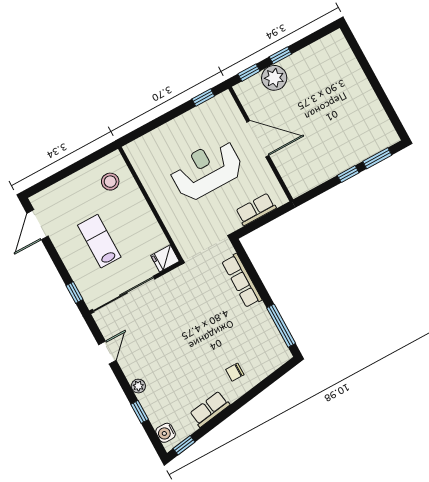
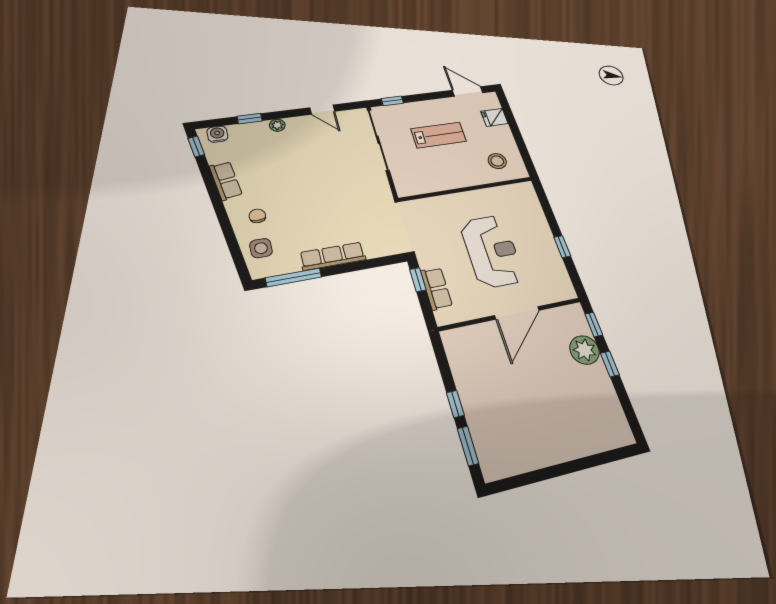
window: (203, 97) -> (562, 247), moved
window: (253, 226) -> (418, 280), added
fridge: (165, 258) -> (494, 117), moved, turned -90
row of seats: (242, 281) -> (333, 256), moved
side table: (263, 359) -> (261, 248), added

